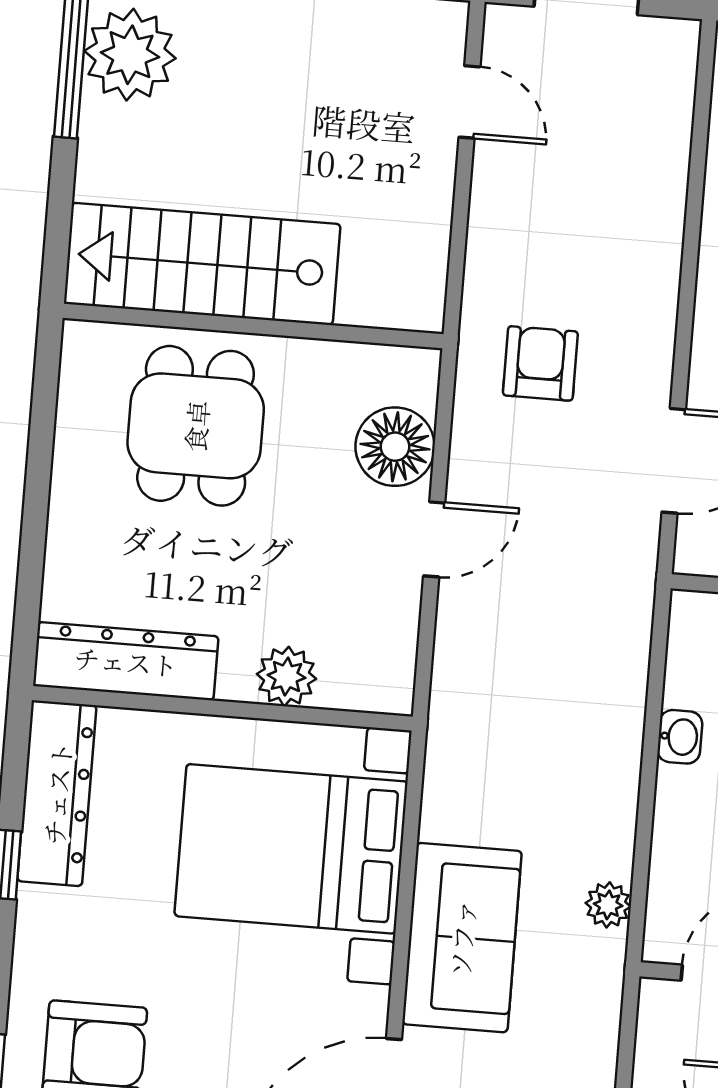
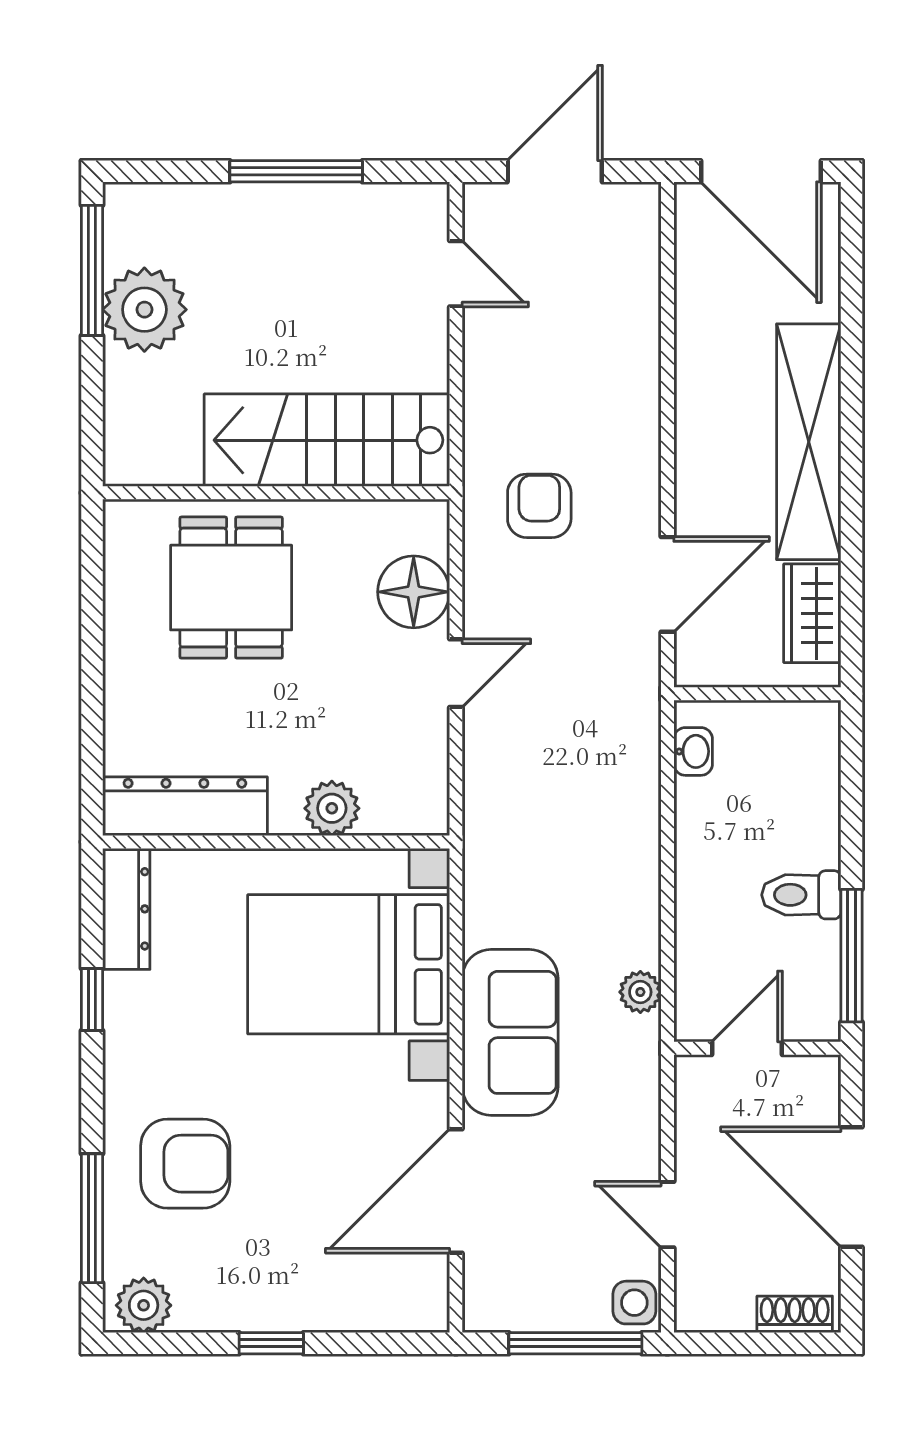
plant: (130, 55) -> (144, 310), moved
stairs: (202, 264) -> (327, 440), moved
washbasin: (680, 737) -> (693, 751), moved
dresser: (57, 793) -> (126, 909), width x0.73, depth x0.80

